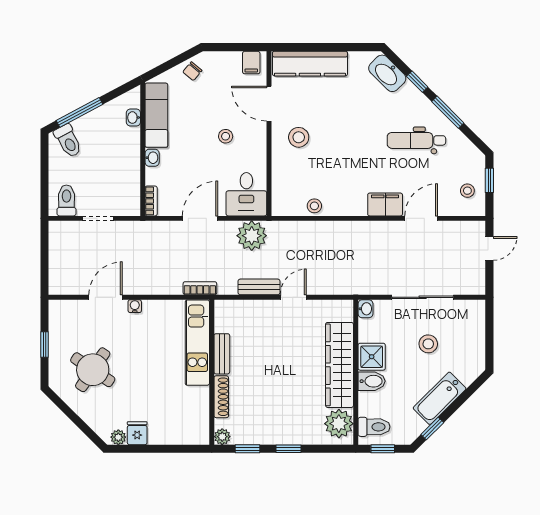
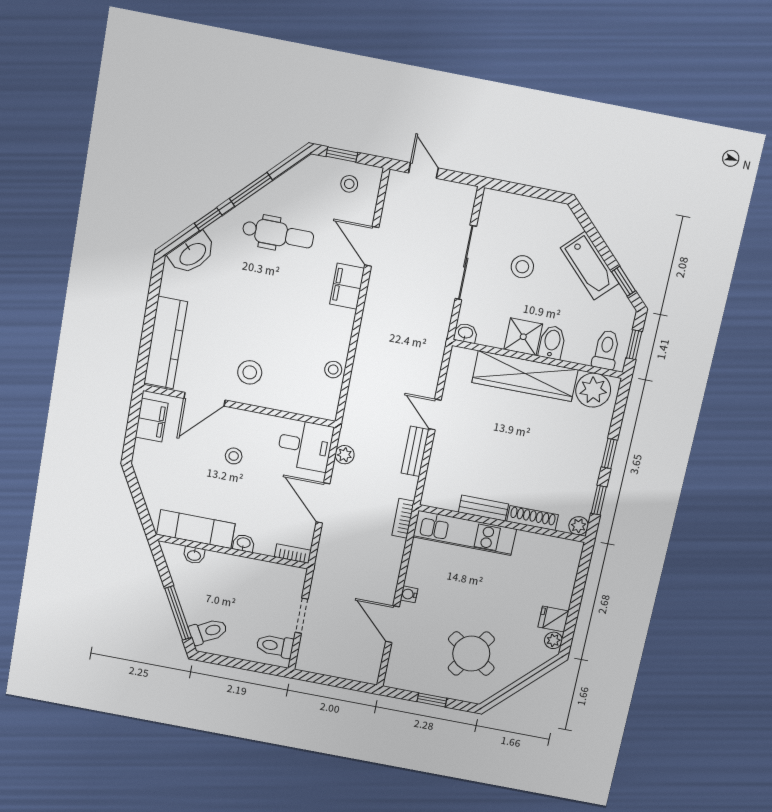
filing cabinet: (251, 63) -> (152, 420), width x2.00
chair: (192, 71) -> (152, 479), removed
dental chair: (416, 140) -> (278, 234), turned -90
plant: (252, 236) -> (345, 455), width x0.53, depth x0.53

